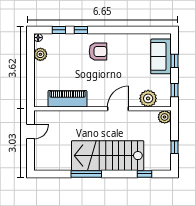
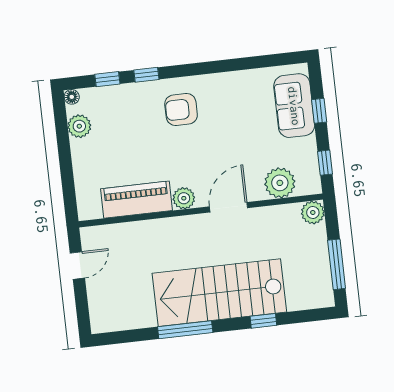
armchair: (98, 51) -> (181, 109), turned 180
plant: (94, 101) -> (184, 198), added
window: (174, 147) -> (337, 264), width x2.17
window: (145, 174) -> (263, 321), moved

